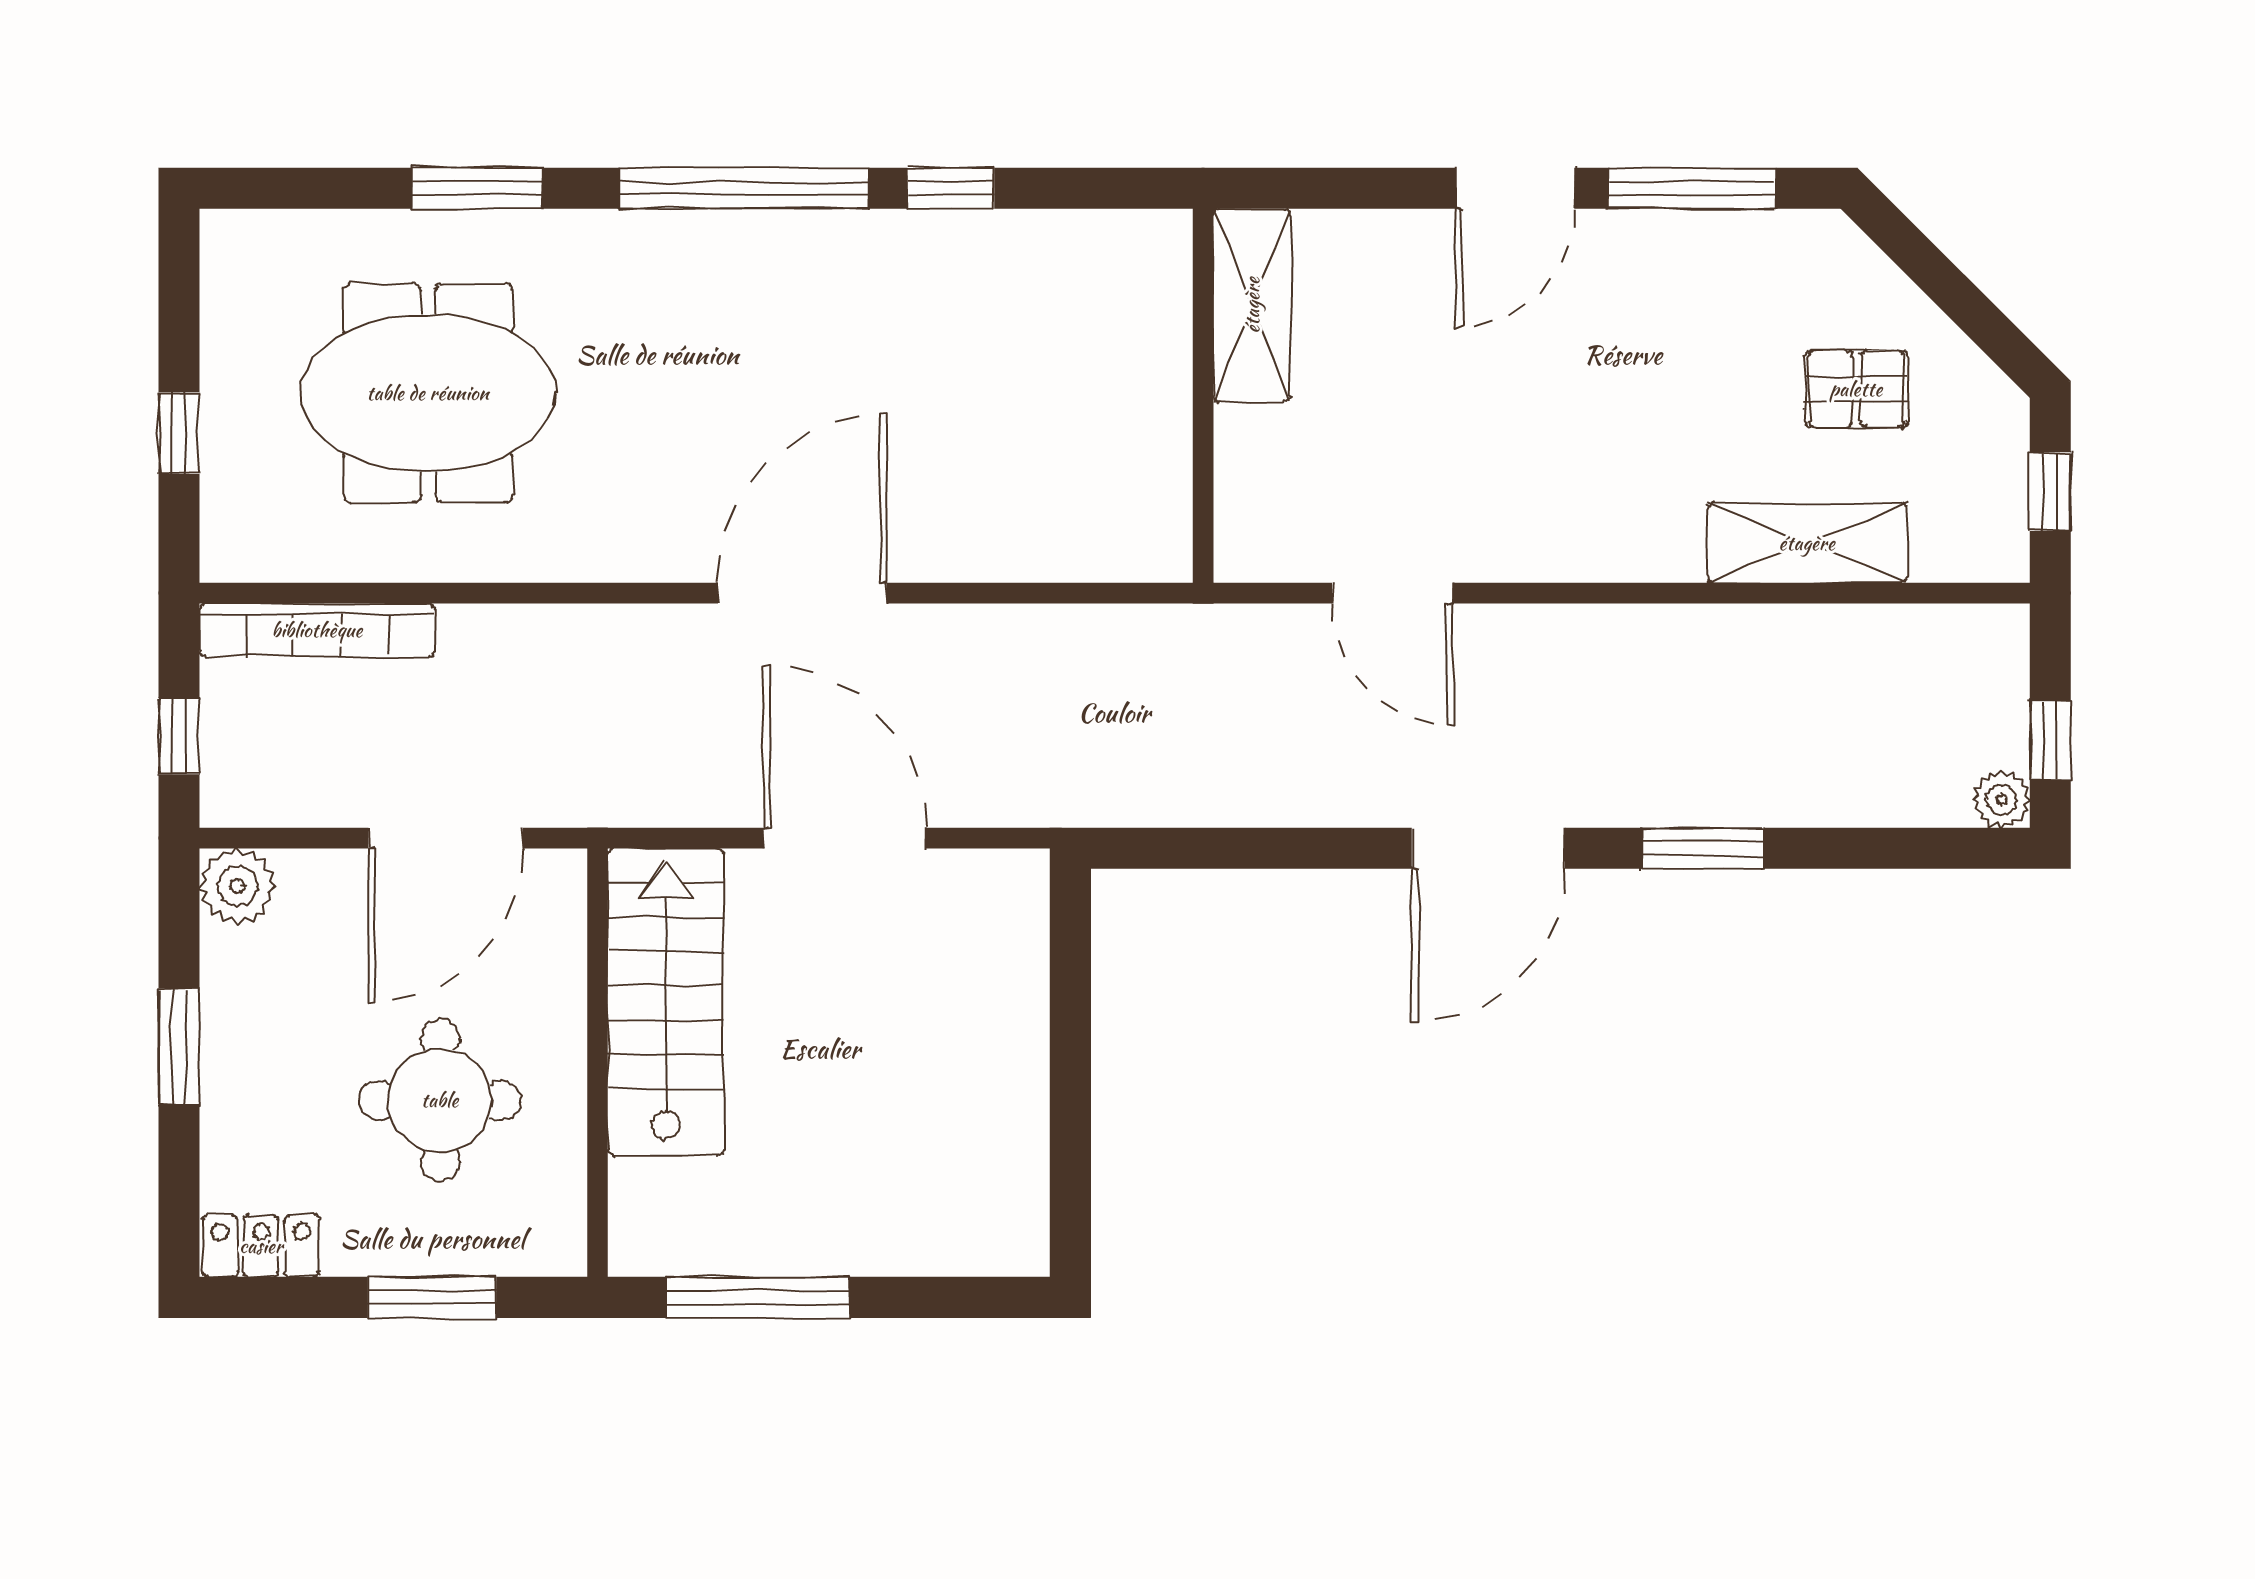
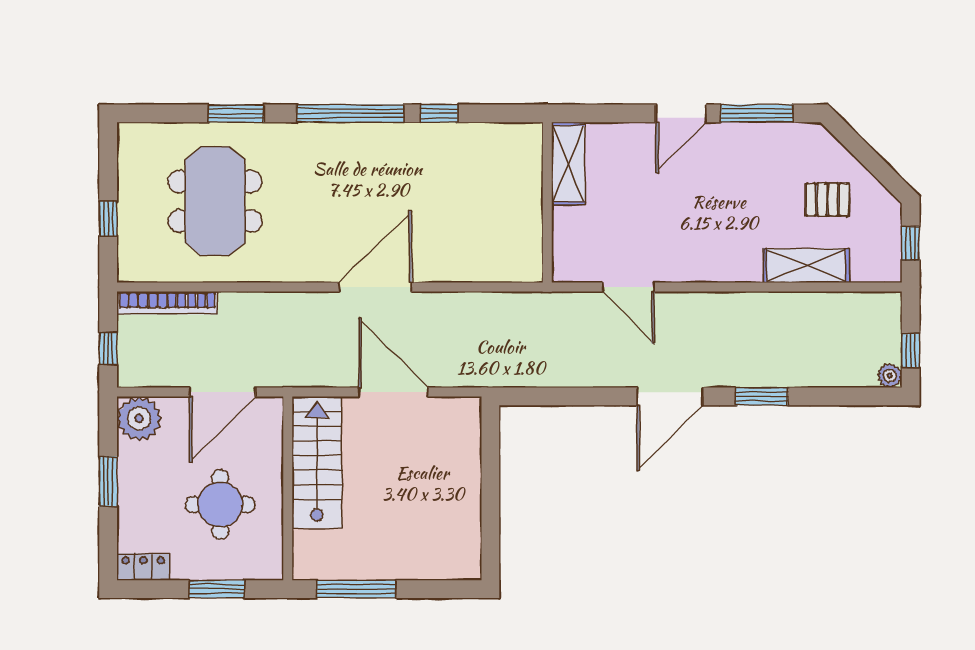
meeting table: (428, 393) -> (215, 201), turned 90
plant: (237, 886) -> (139, 419), width x1.36, depth x1.36

